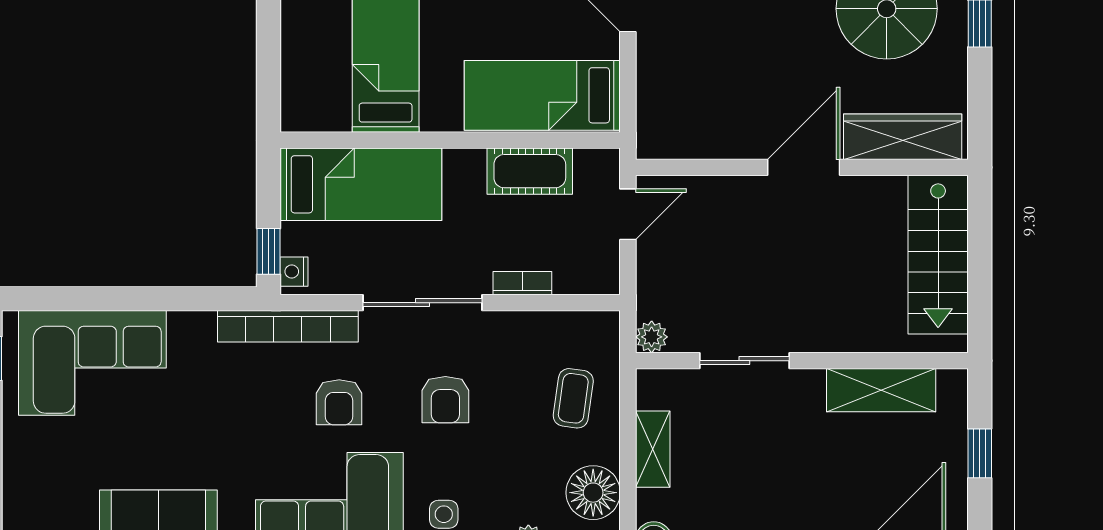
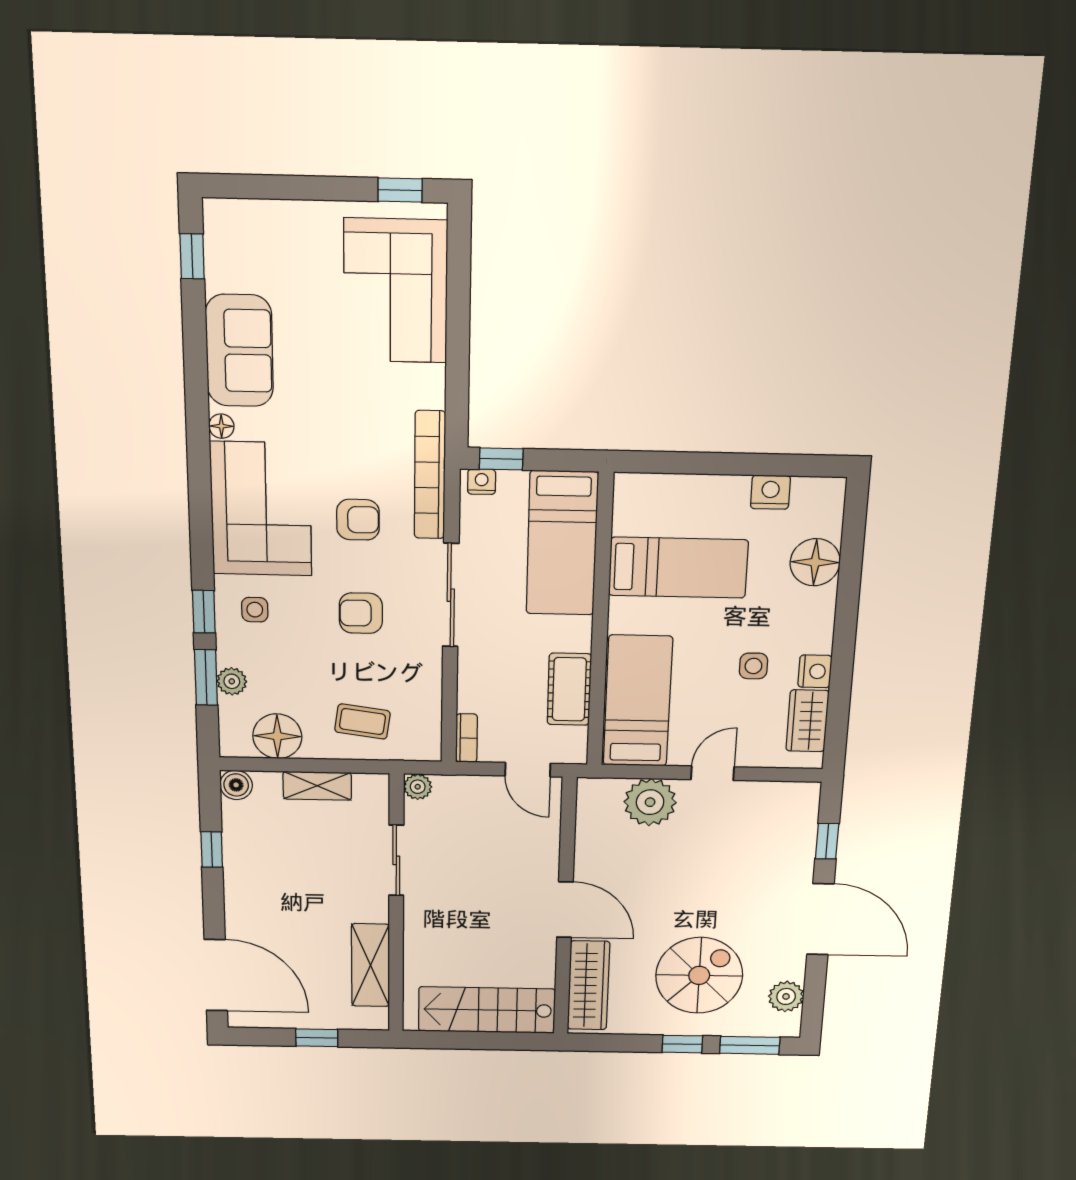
plant: (665, 76) -> (650, 802), added
bookcase: (522, 283) -> (467, 738), moved
armchair: (339, 402) -> (358, 520), turned 180

